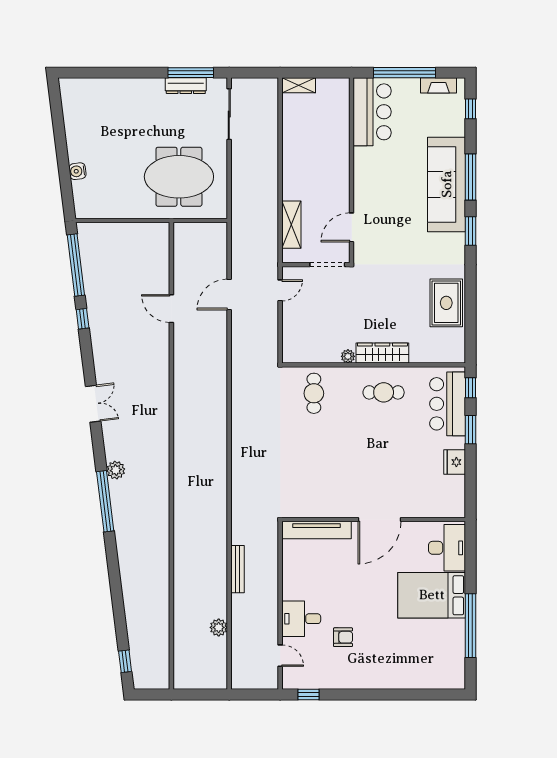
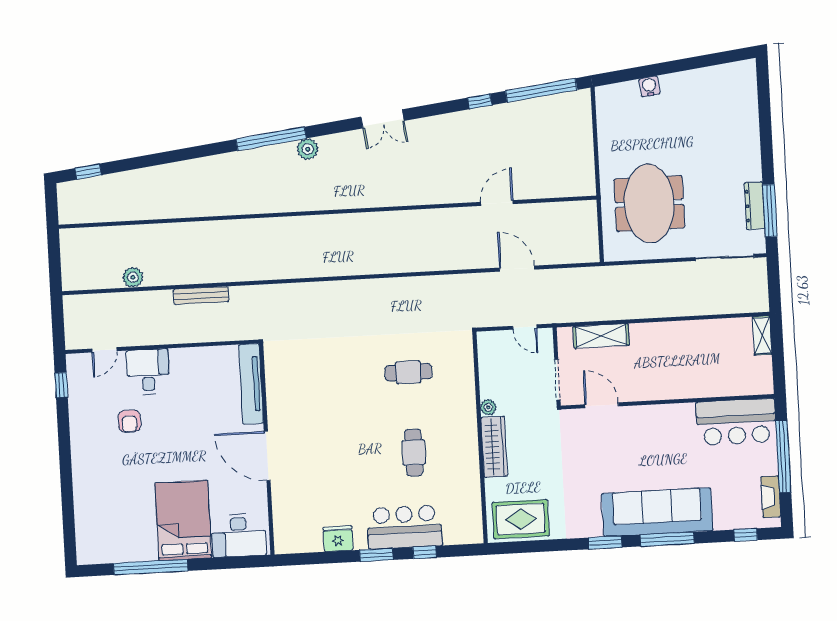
wardrobe: (382, 353) -> (494, 447), moved
plant: (348, 356) -> (488, 407), moved
wall: (374, 365) -> (480, 437), moved

